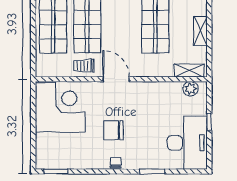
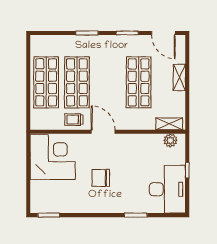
shelving: (200, 31) -> (179, 77), moved
chair: (116, 163) -> (103, 207), removed

